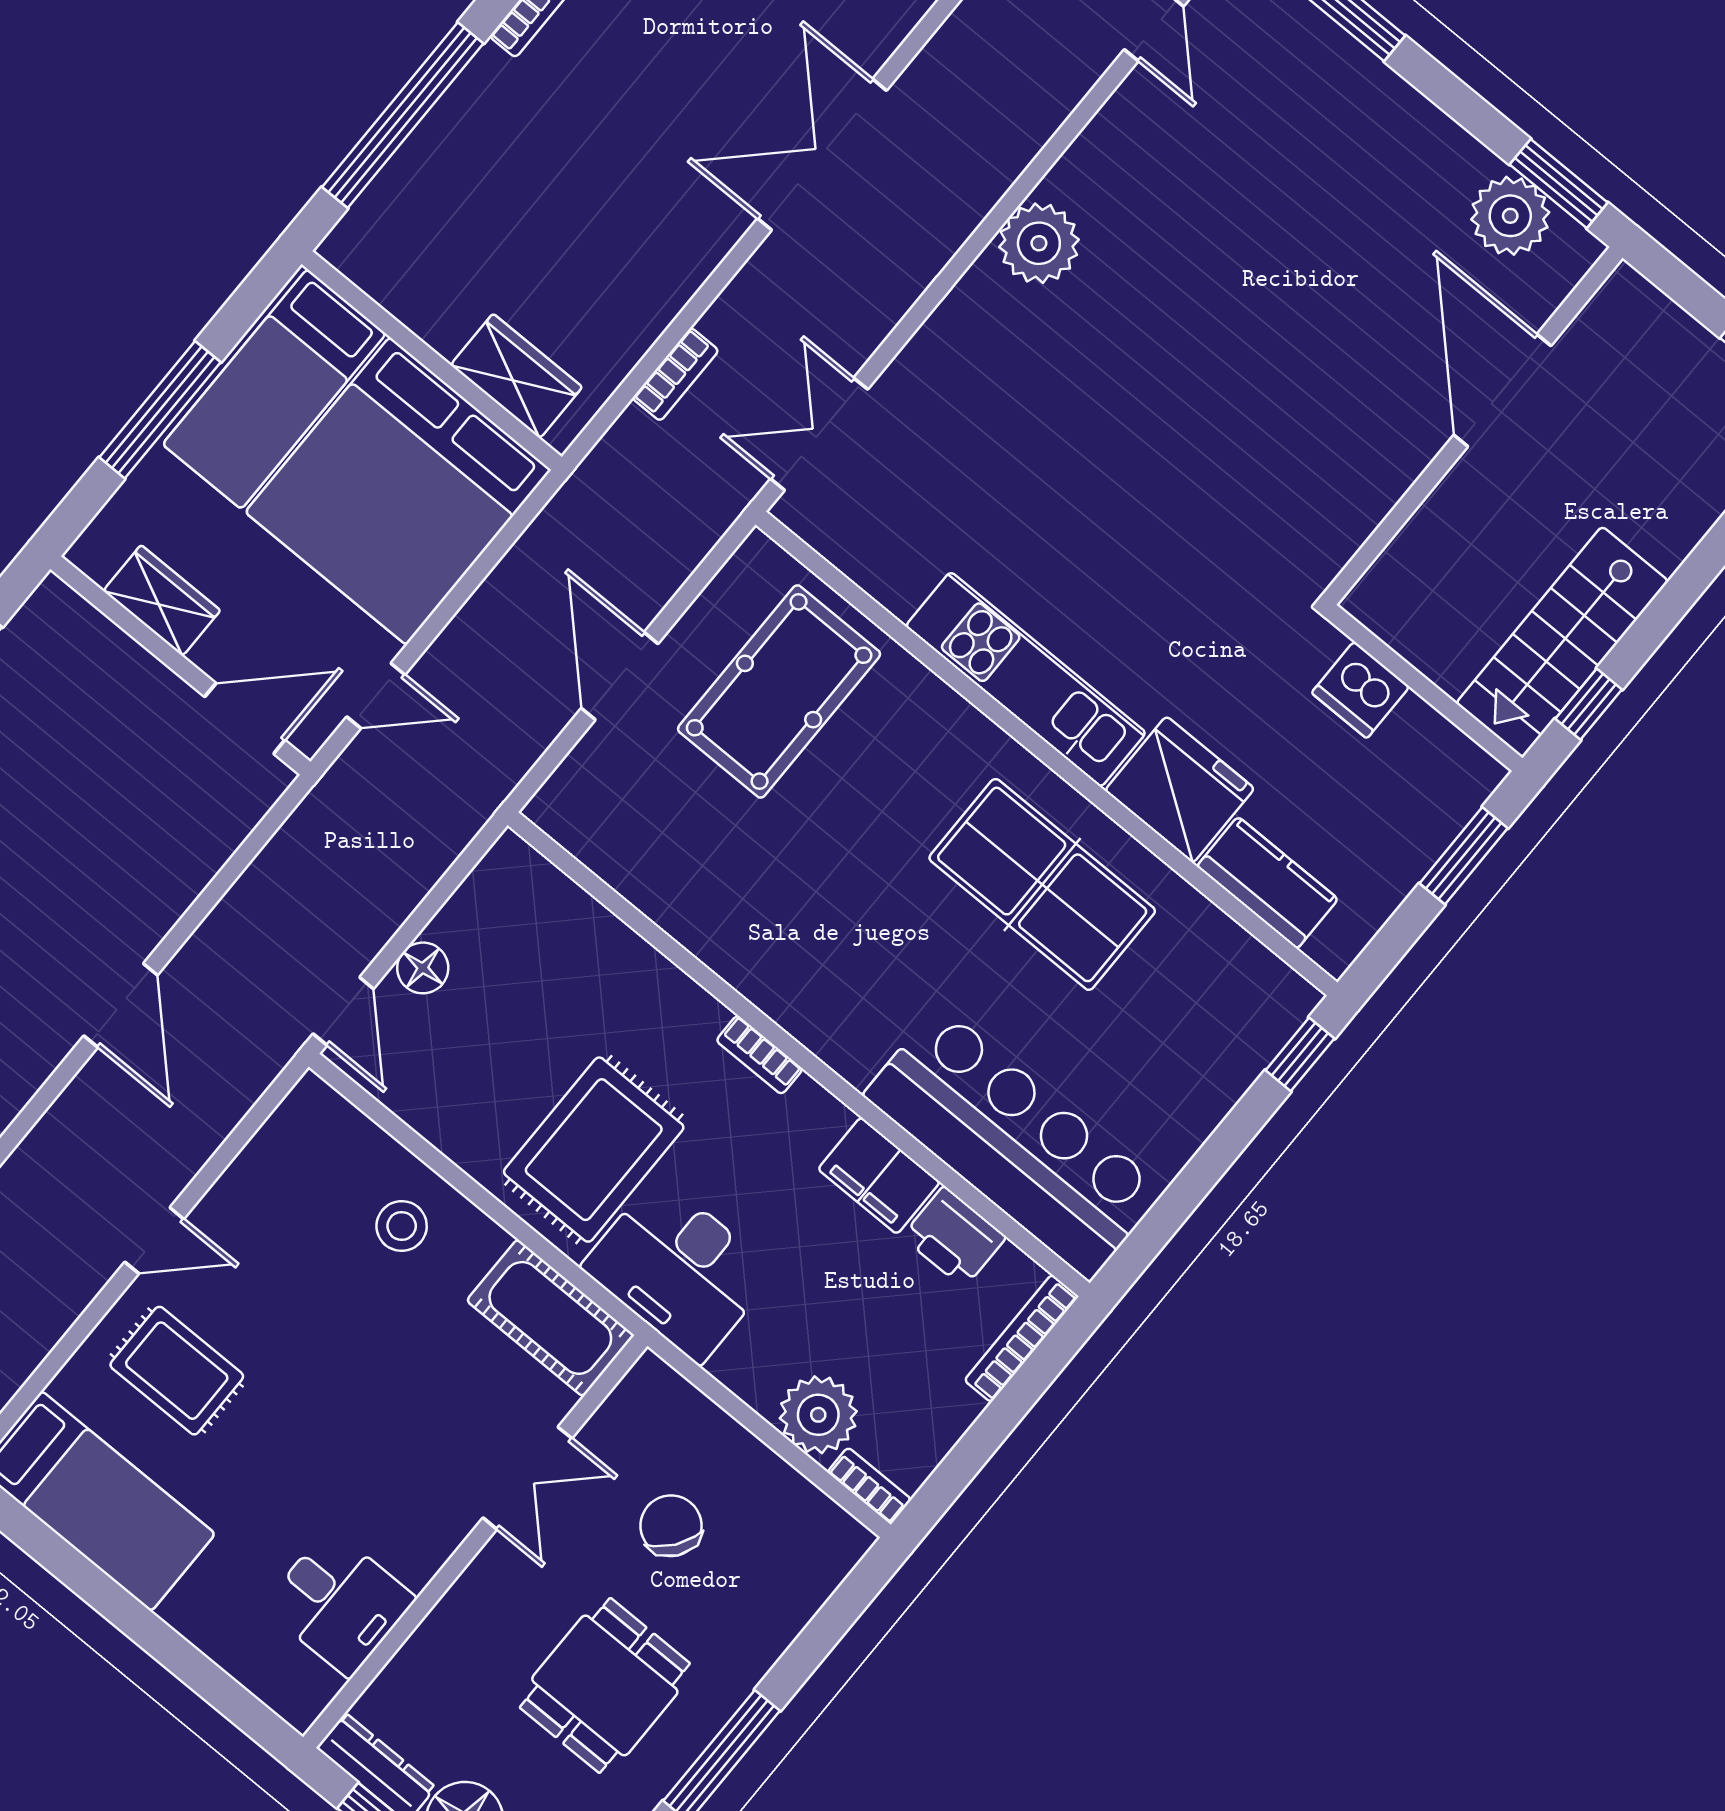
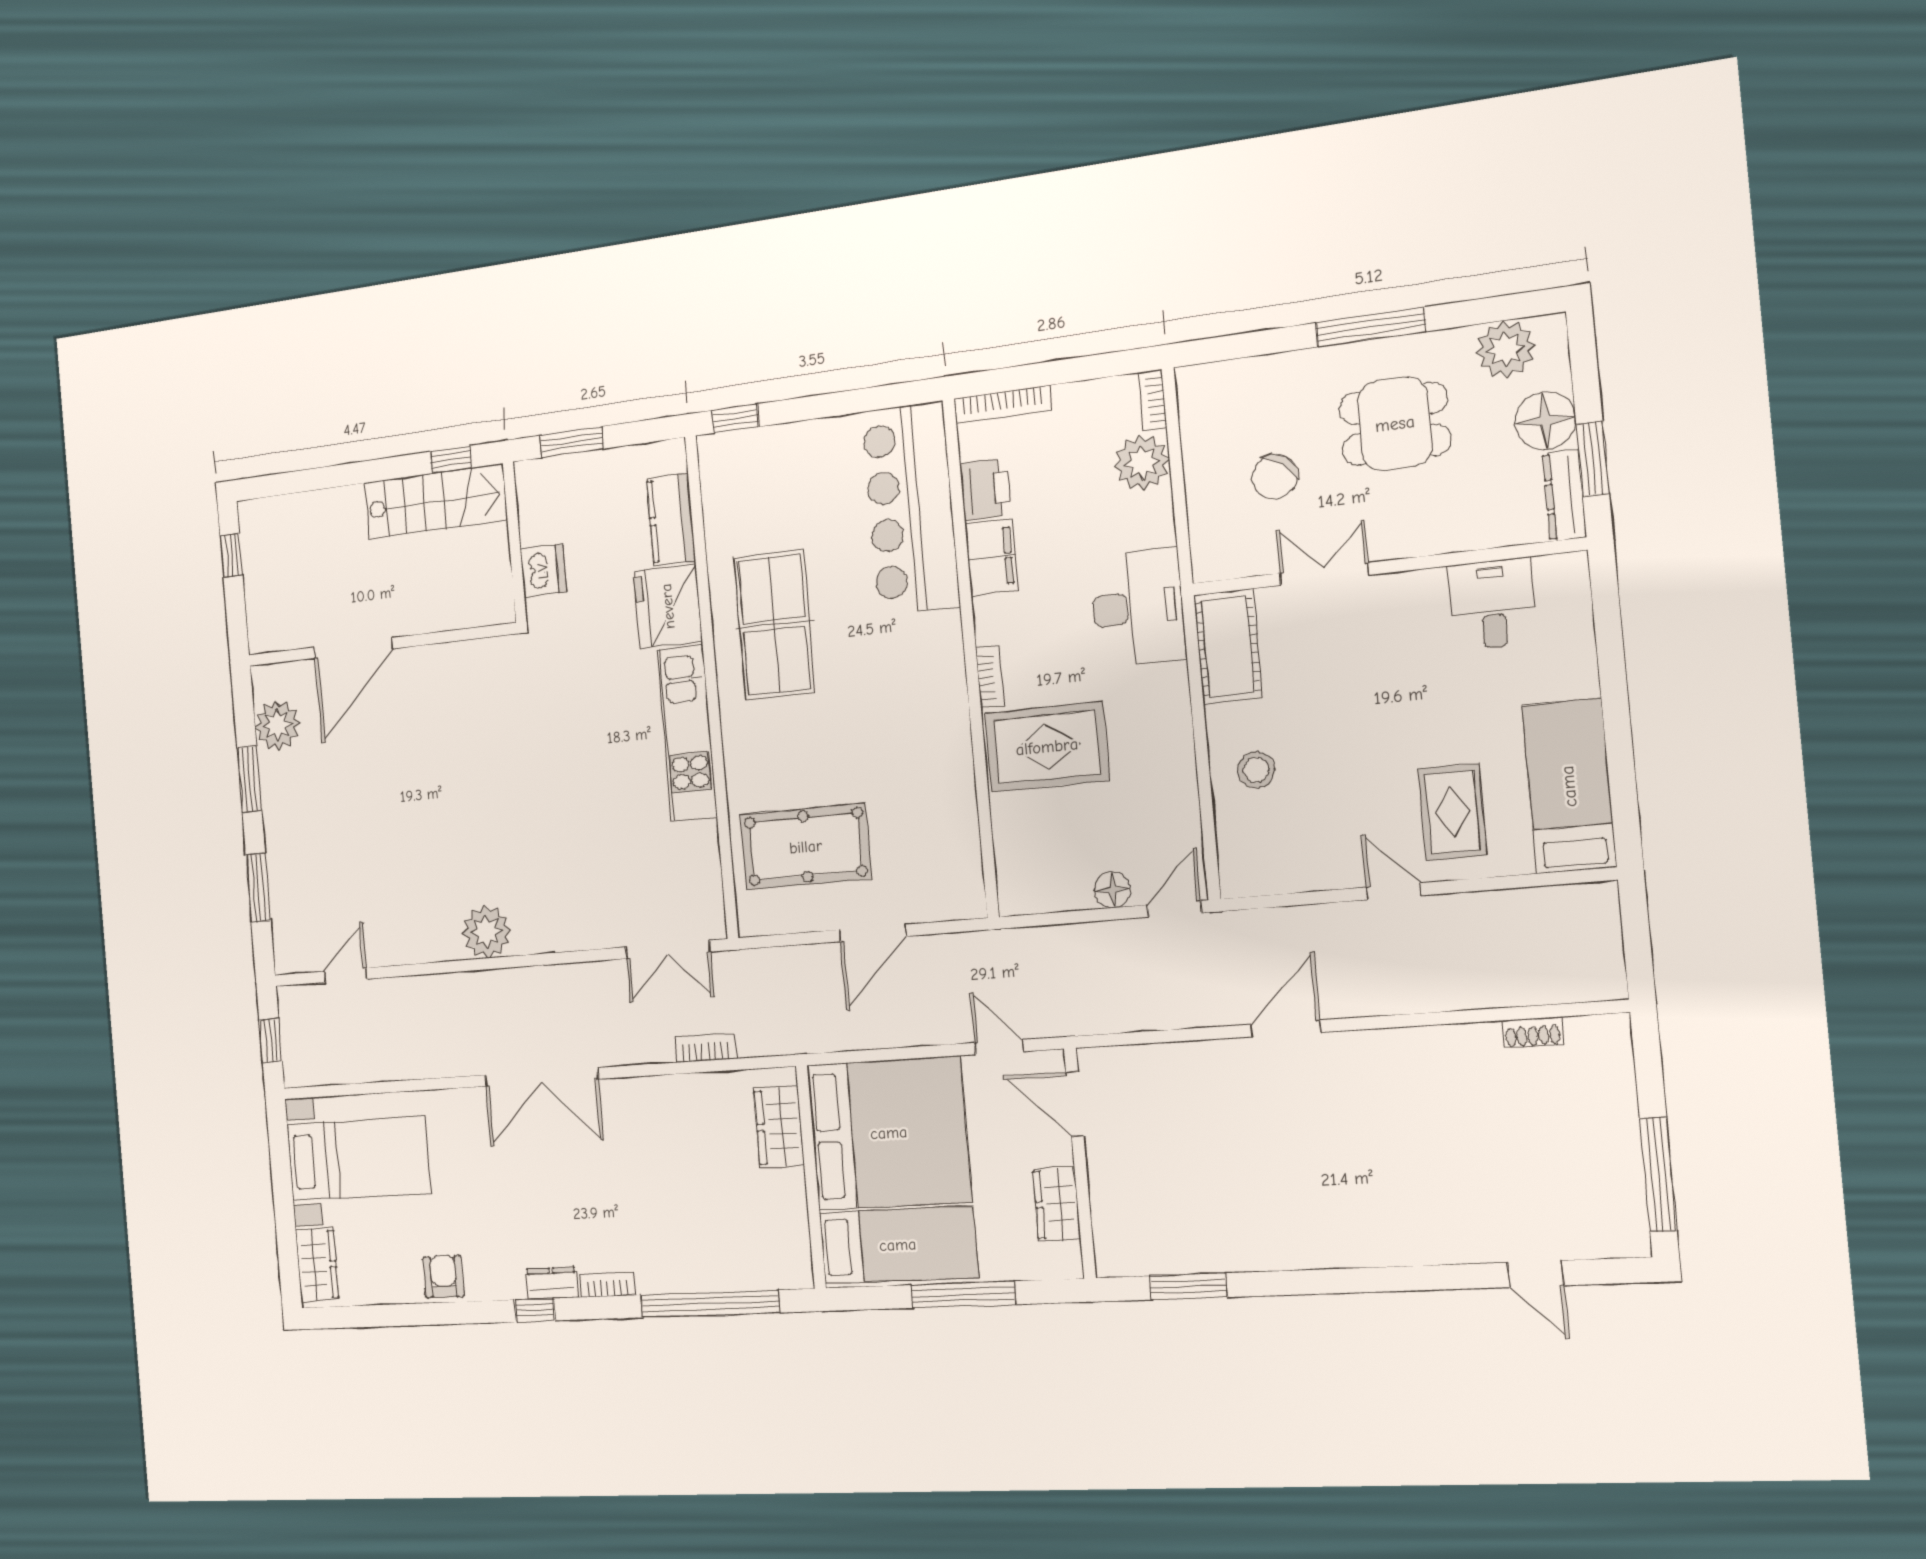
window: (1559, 184) -> (249, 779), moved
rug: (594, 1150) -> (1047, 747), moved

